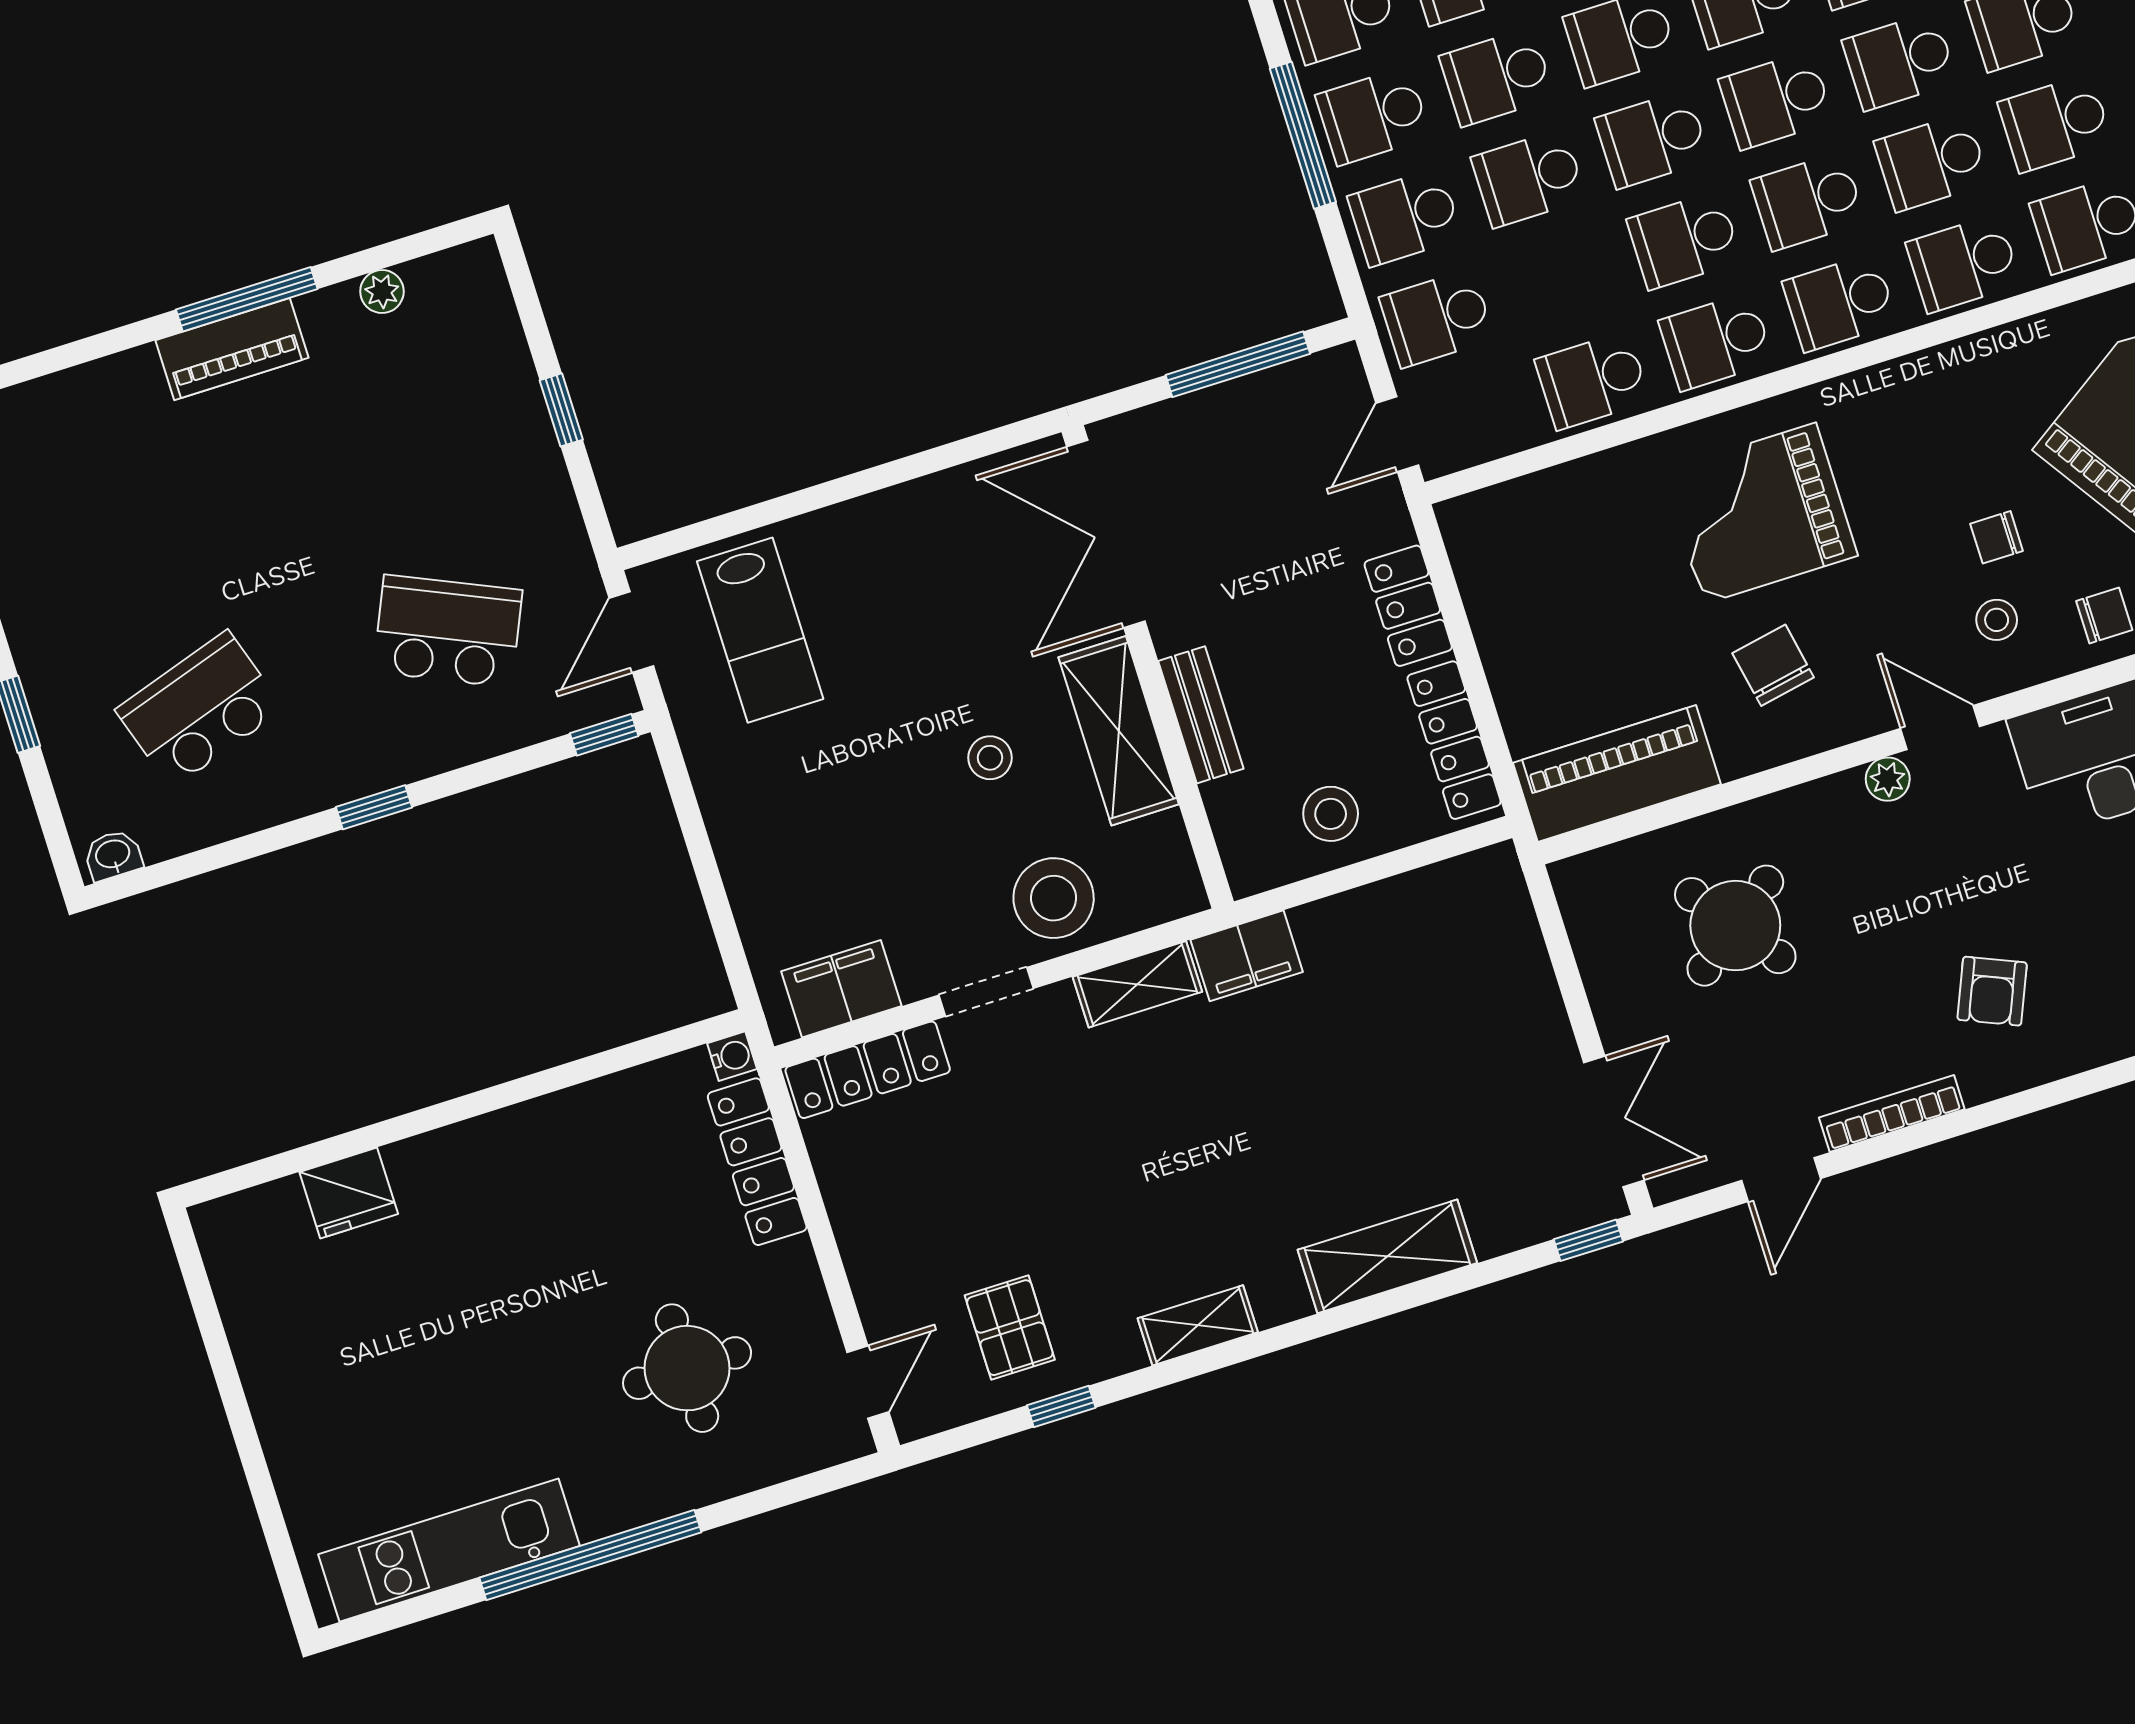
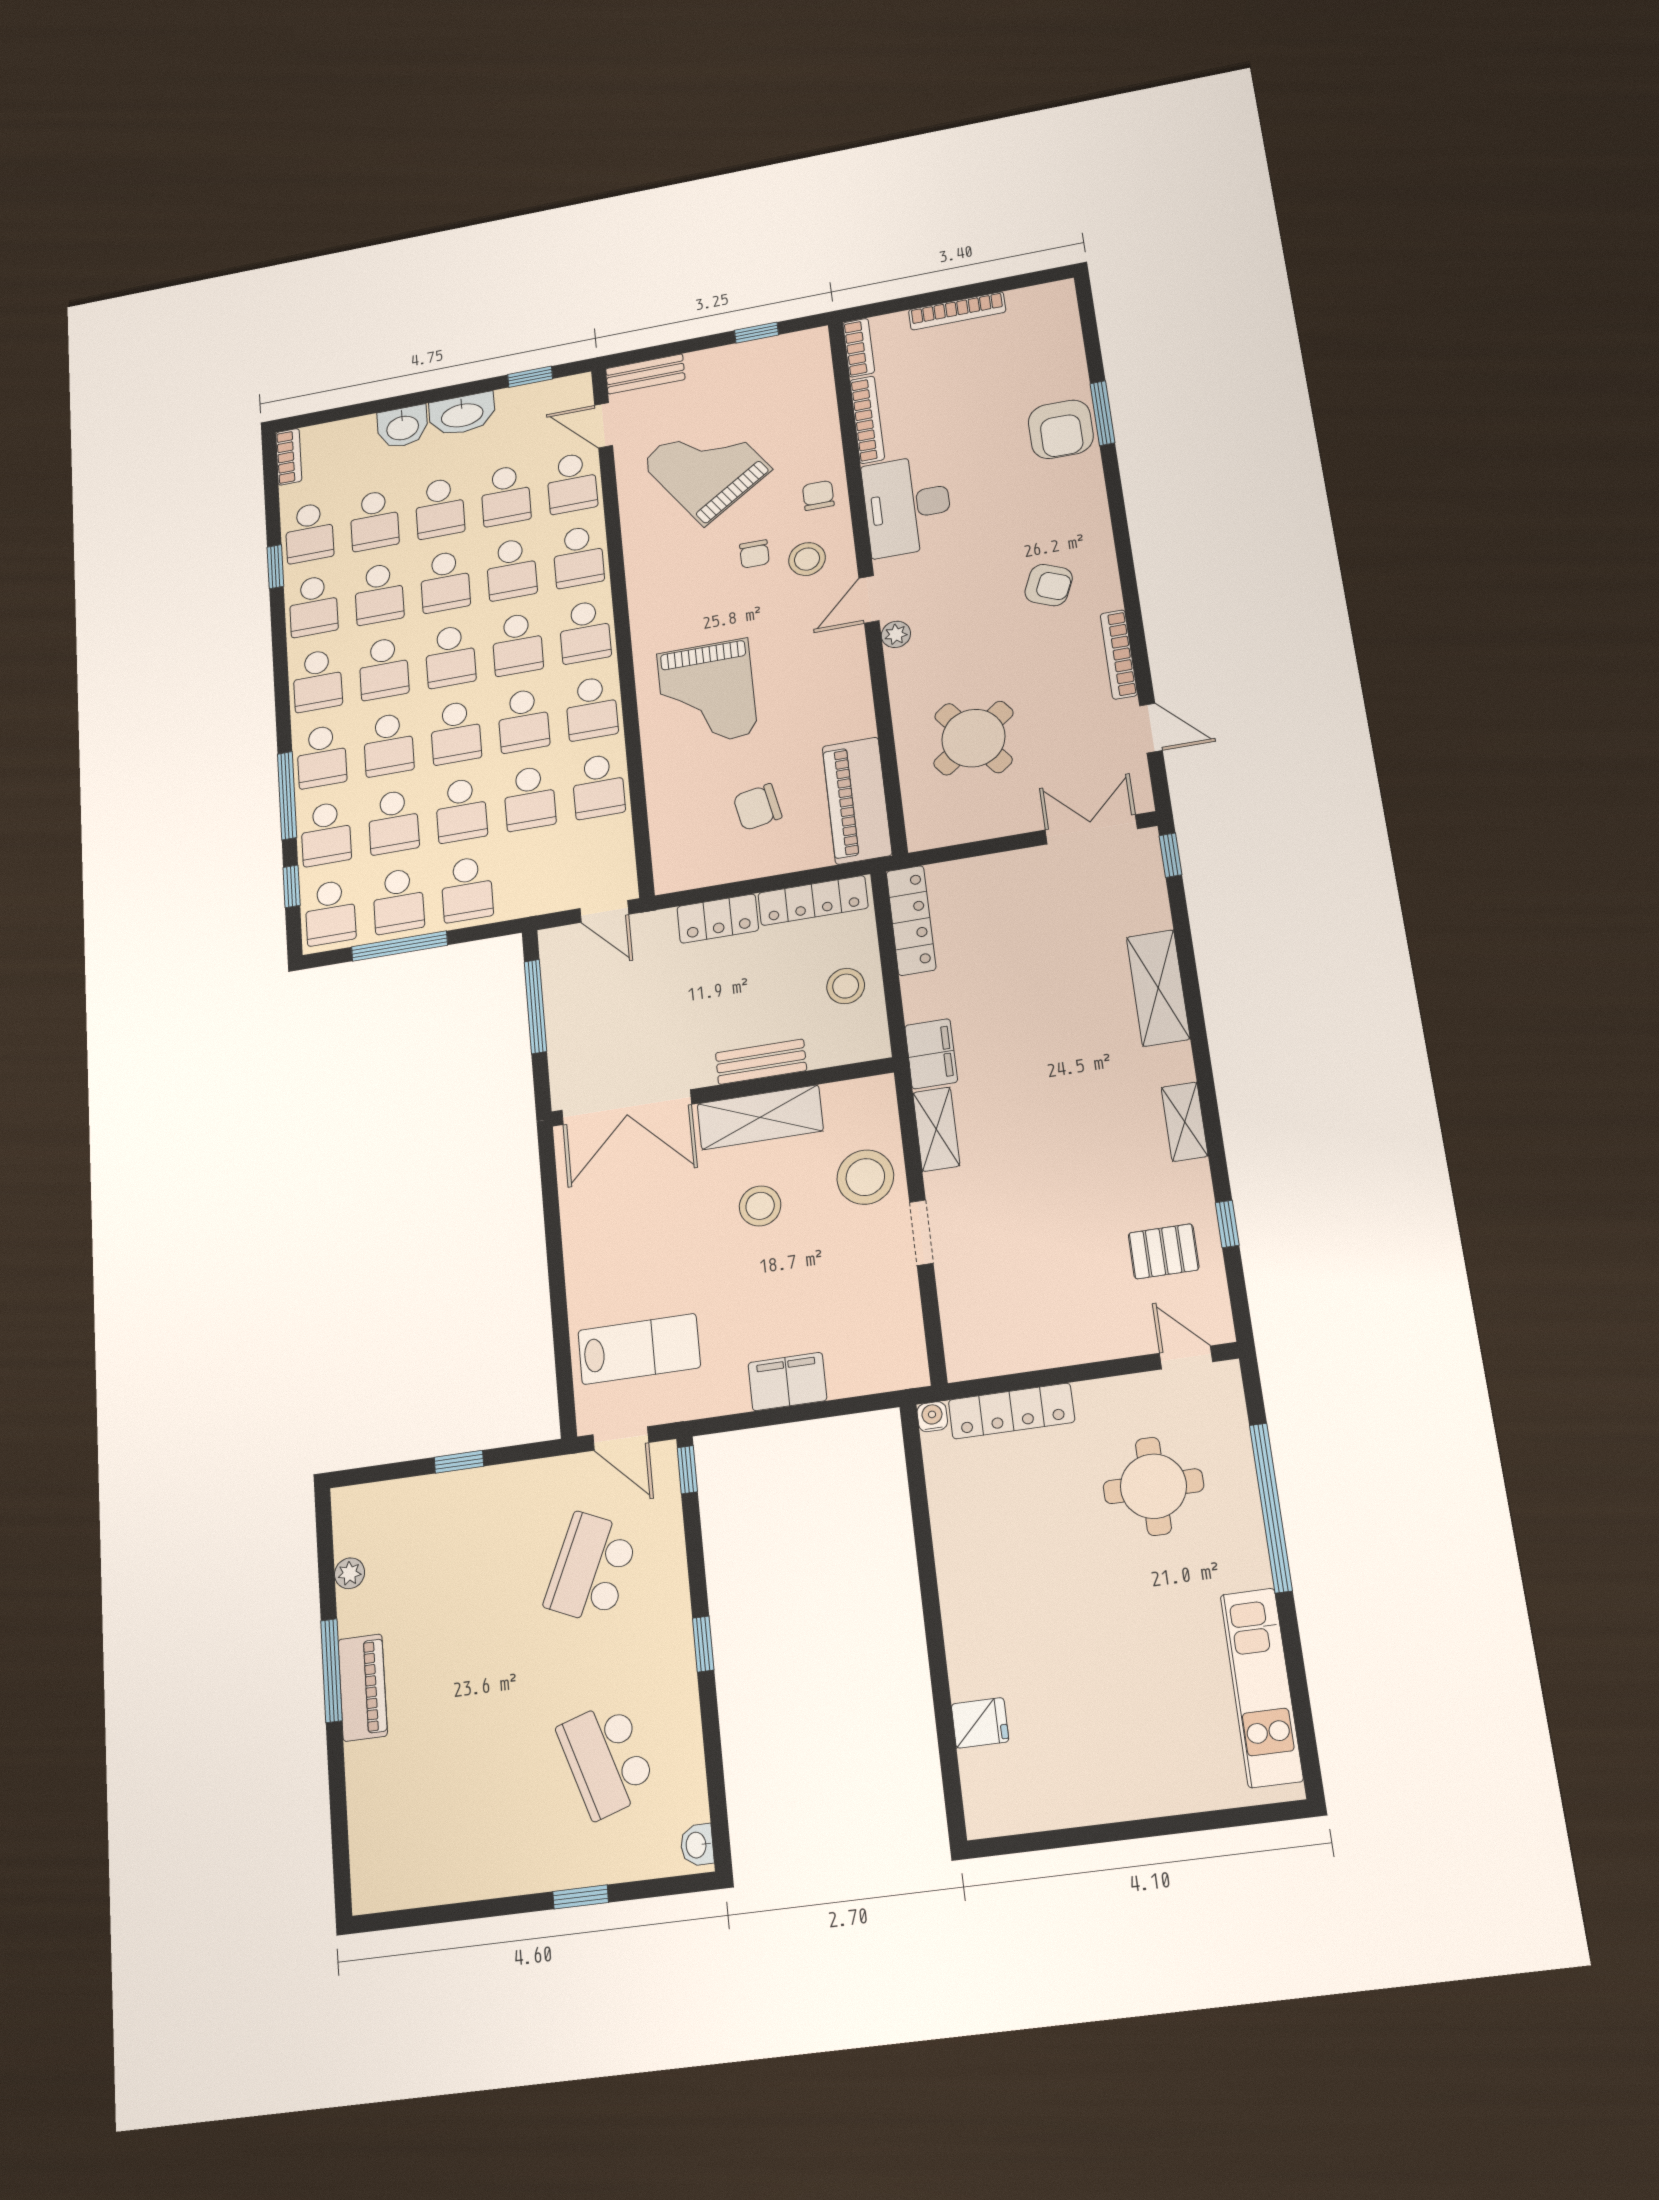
school desk: (1437, 318) -> (530, 798), moved
stool: (1997, 620) -> (807, 559), width x1.37, depth x1.37
chair: (1773, 665) -> (757, 807), moved
stool: (990, 758) -> (760, 1206), width x1.37, depth x1.37
filing cabinet: (841, 989) -> (787, 1382), moved, turned 90
locker: (868, 1070) -> (911, 920), moved
fridge: (349, 1193) -> (980, 1723), width x0.72
window: (590, 1555) -> (1271, 1507), moved

